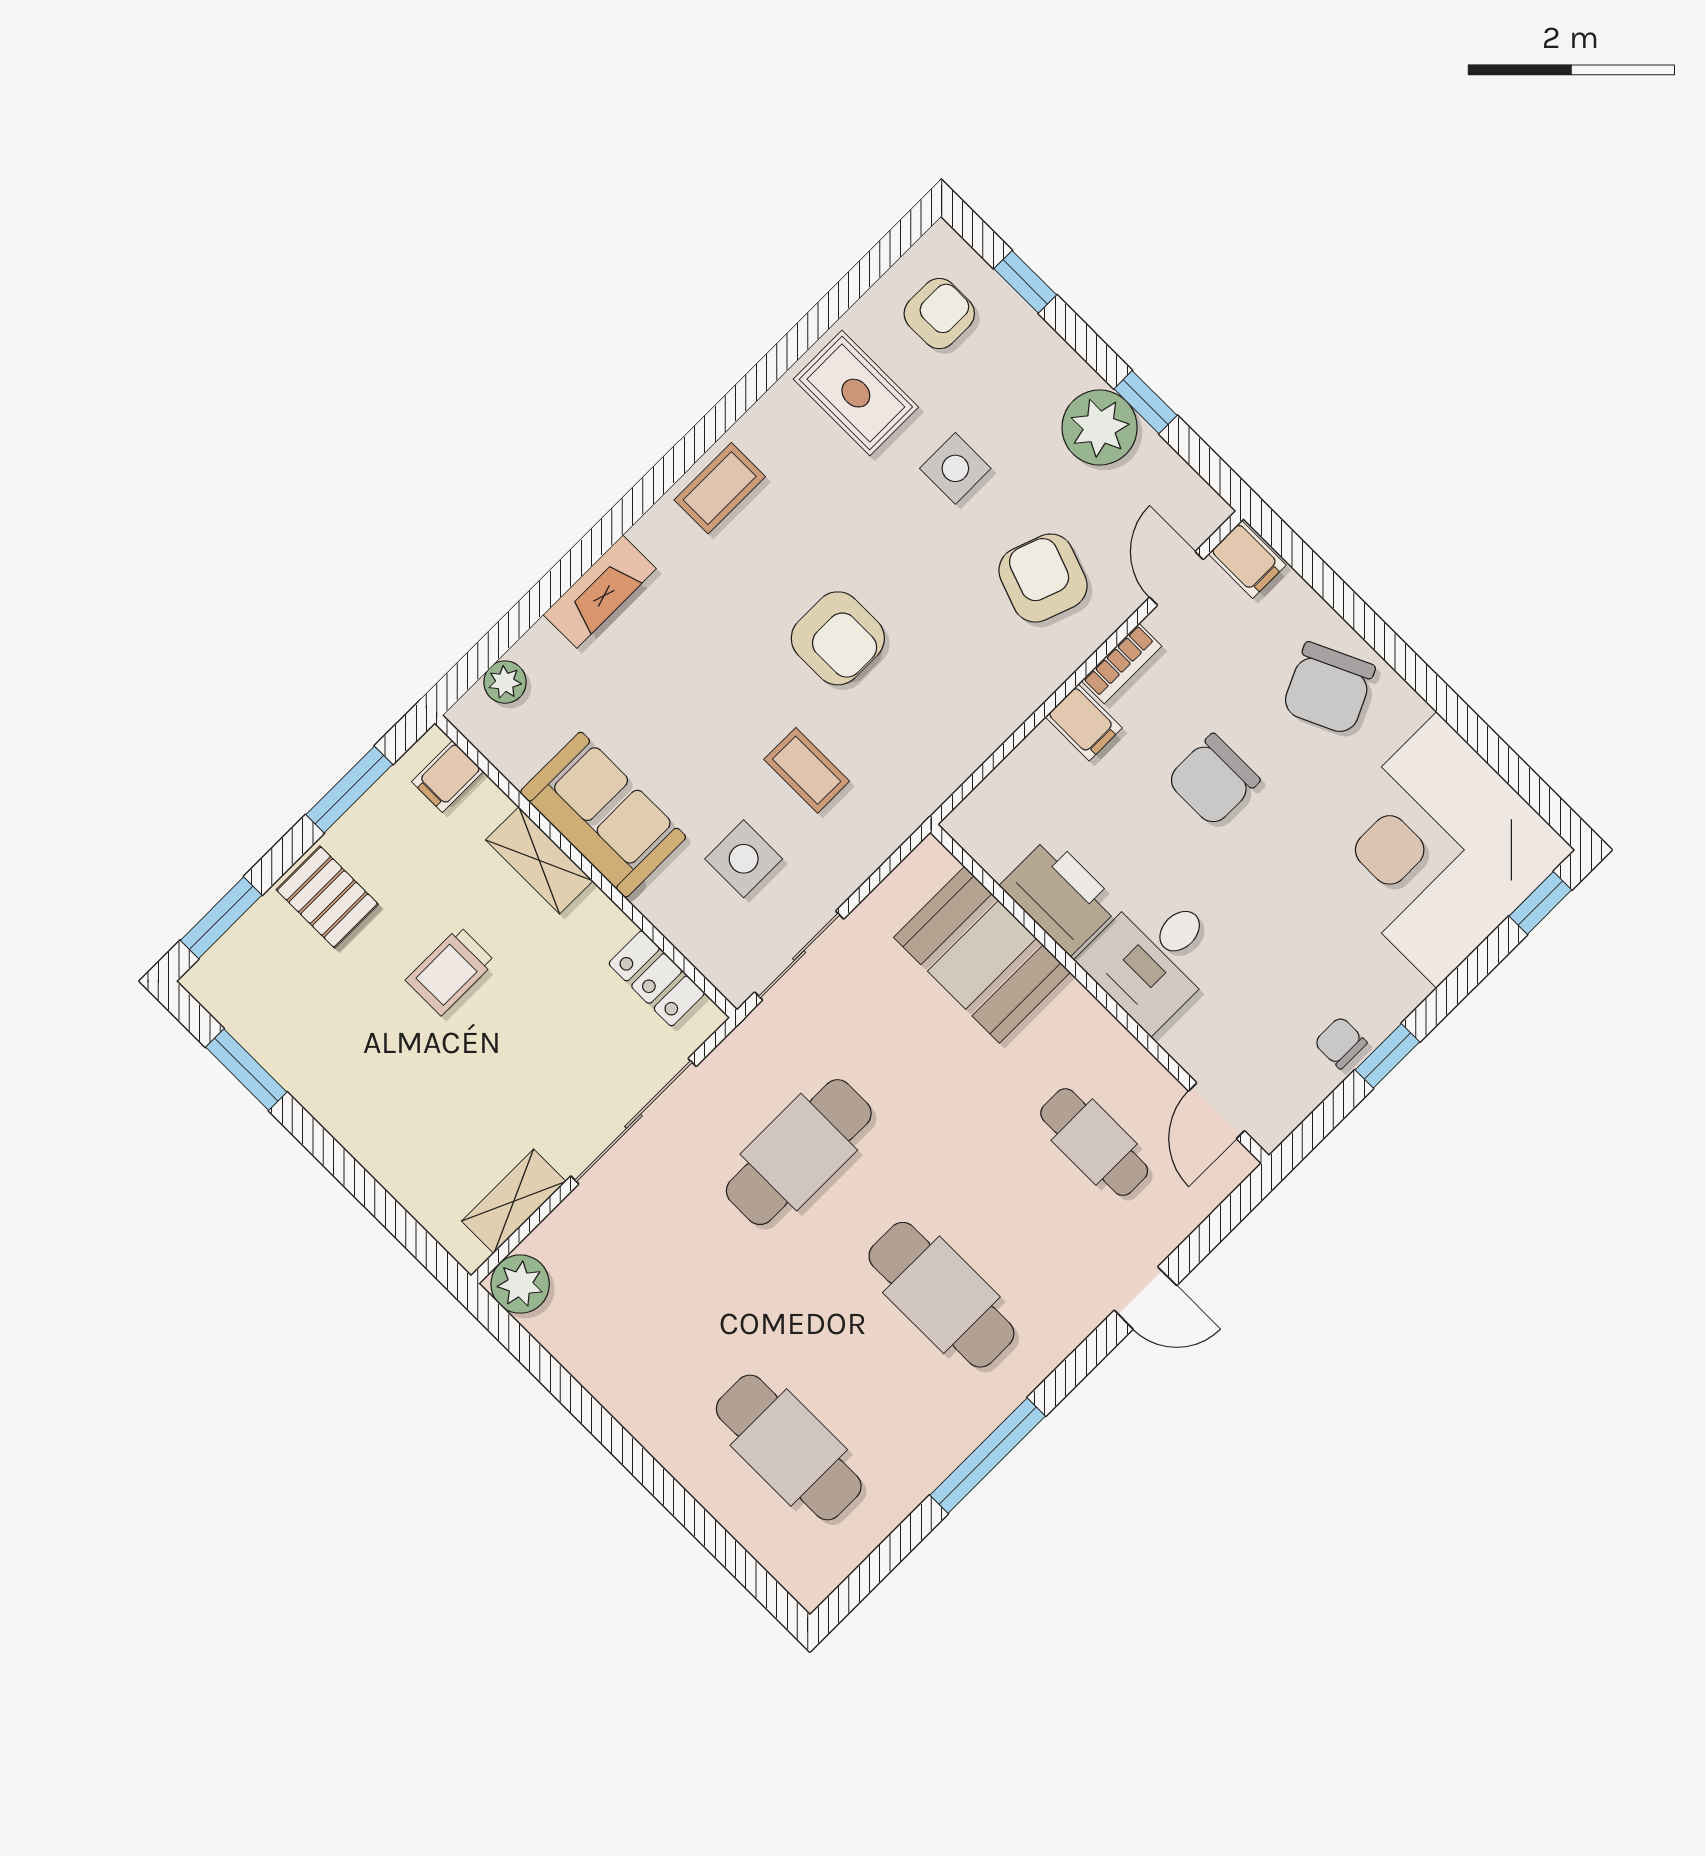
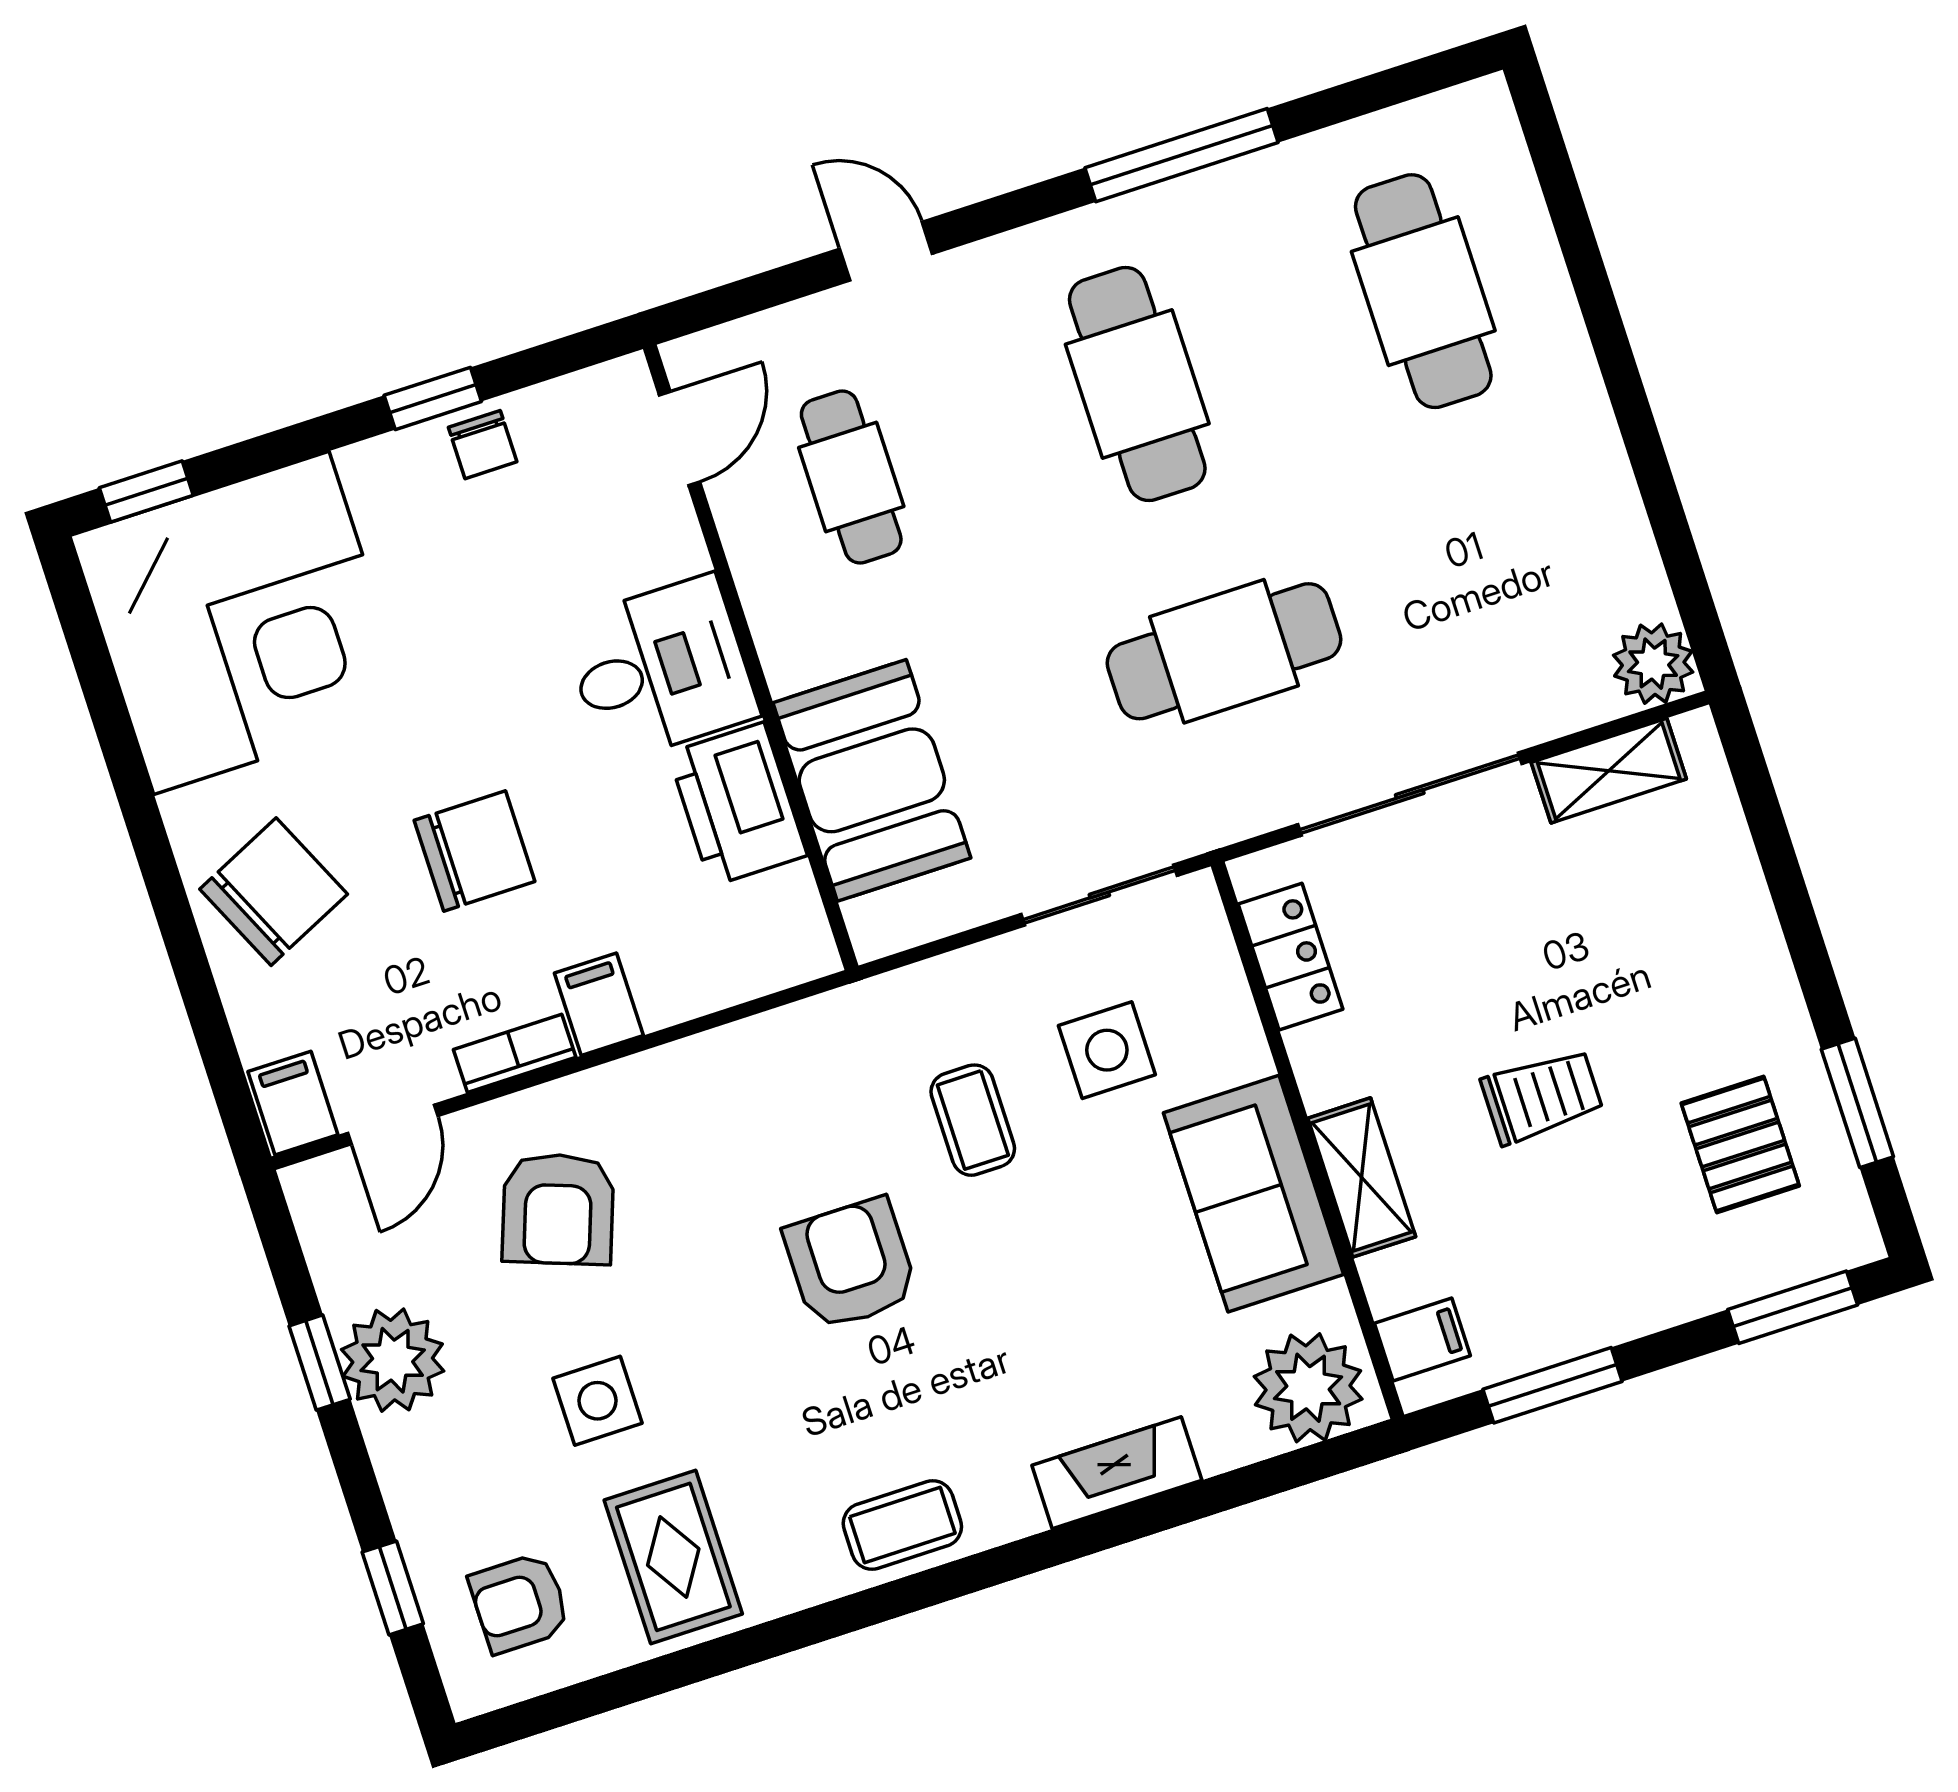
plant: (505, 682) -> (1308, 1388), width x1.88, depth x1.88
pallet: (327, 897) -> (1740, 1145), moved

